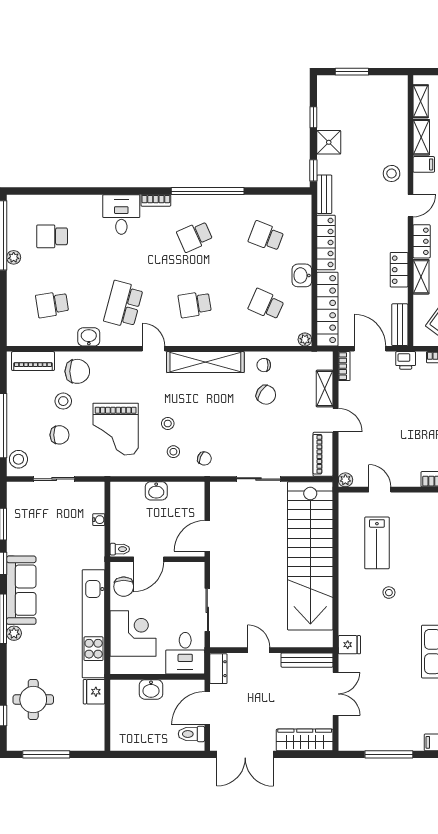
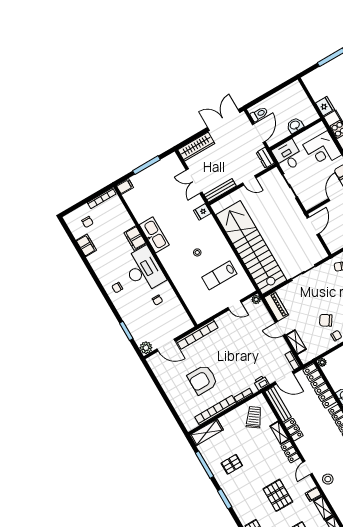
bench: (400, 325) -> (278, 404), width x1.36
lab bench: (377, 543) -> (219, 275), turned -90

